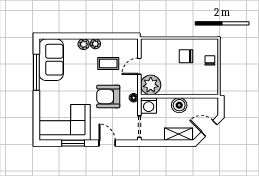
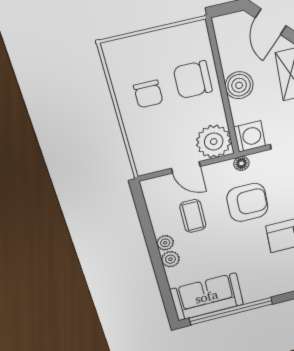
chair: (210, 60) -> (193, 80), moved, width x1.87, depth x1.87
window: (36, 72) -> (231, 311), width x1.46
armchair: (108, 96) -> (247, 203), turned -90

